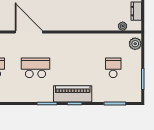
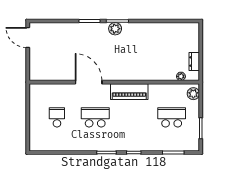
school desk: (113, 68) -> (172, 117), width x1.85
piano: (73, 94) -> (129, 92), moved, turned 180

